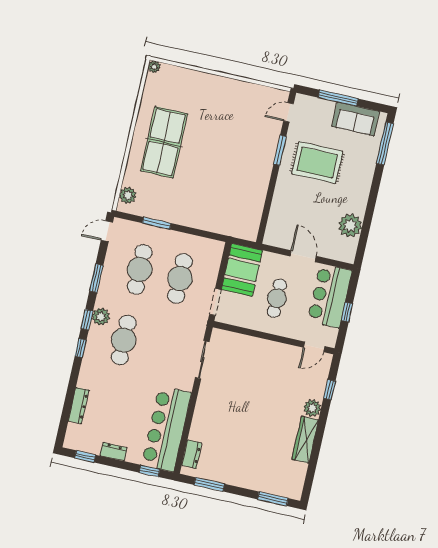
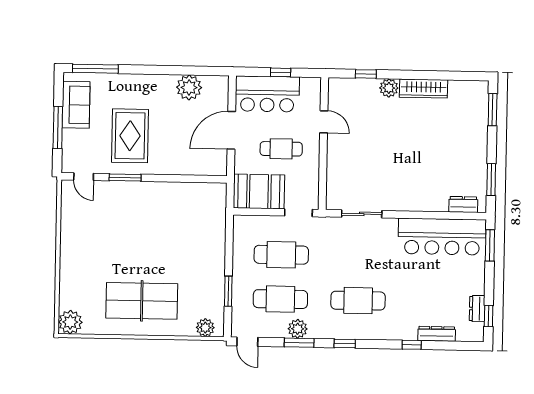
plant: (154, 67) -> (70, 322), width x1.88, depth x1.88
door: (303, 256) -> (231, 130), width x1.36
plant: (101, 317) -> (298, 329), moved
door: (314, 347) -> (324, 122), moved
window: (81, 348) -> (412, 345), moved
dresser: (114, 452) -> (477, 309), moved
window: (149, 471) -> (490, 245), width x1.50

